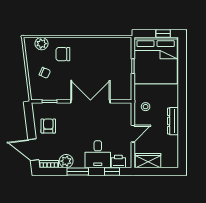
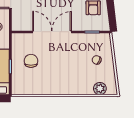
chair: (63, 54) -> (31, 61), moved, turned -90
double door: (90, 101) -> (52, 32), swing flipped

